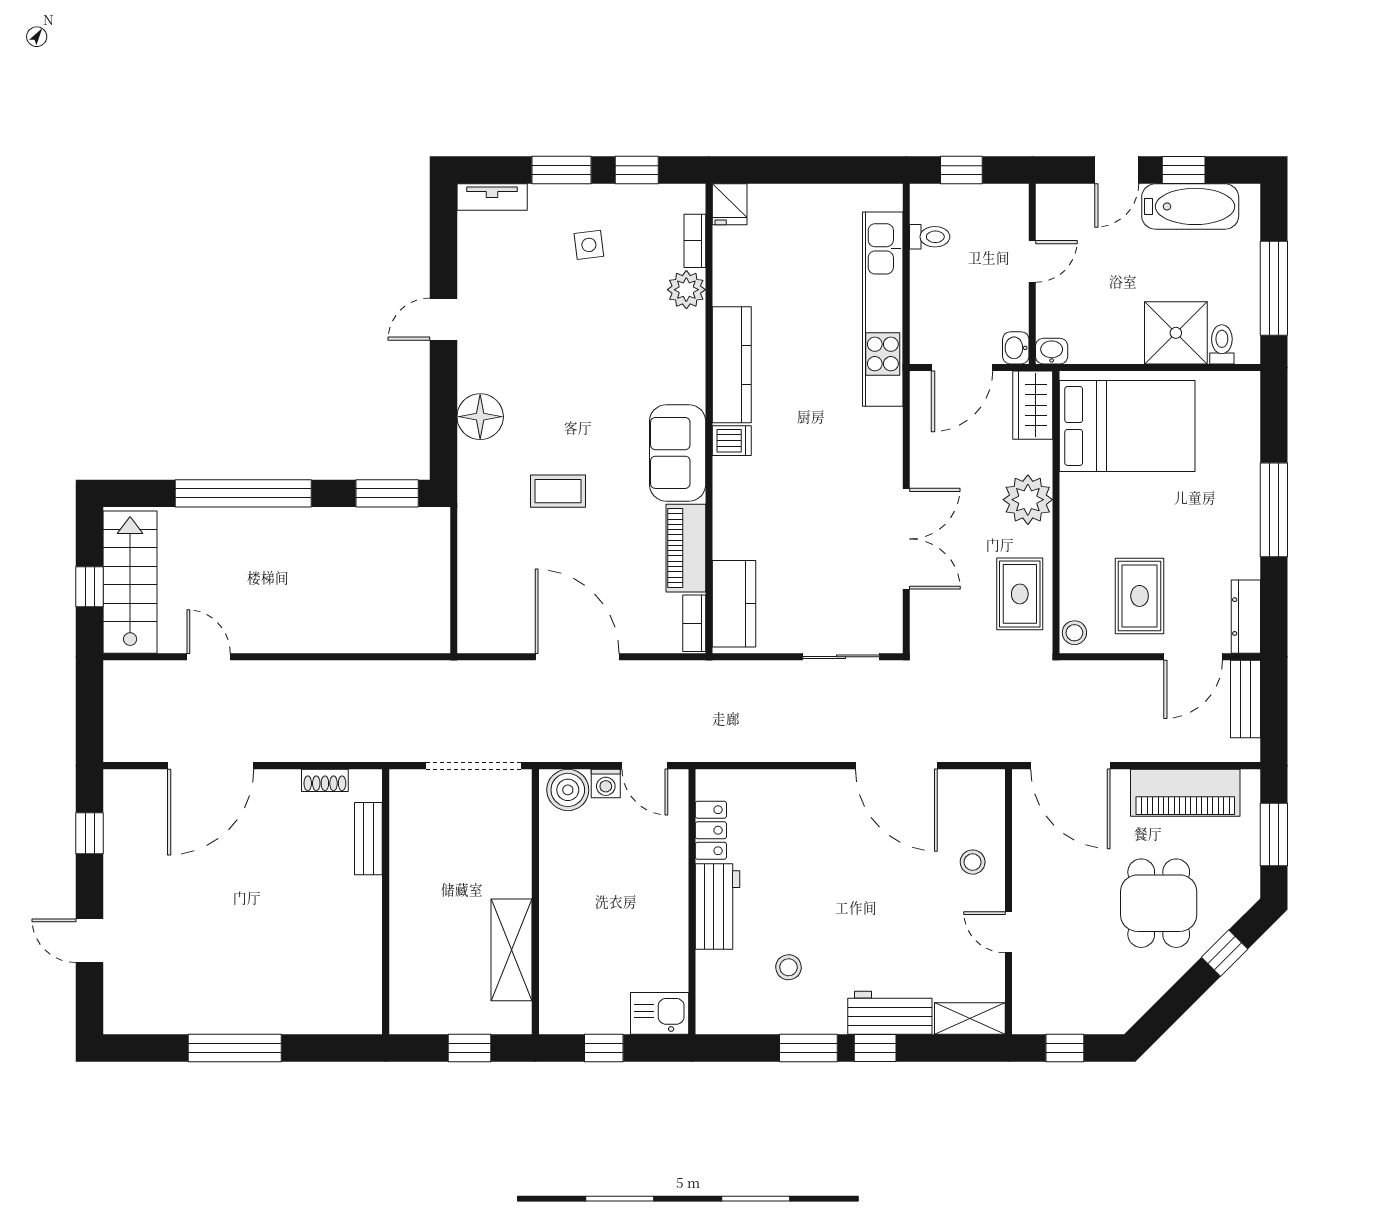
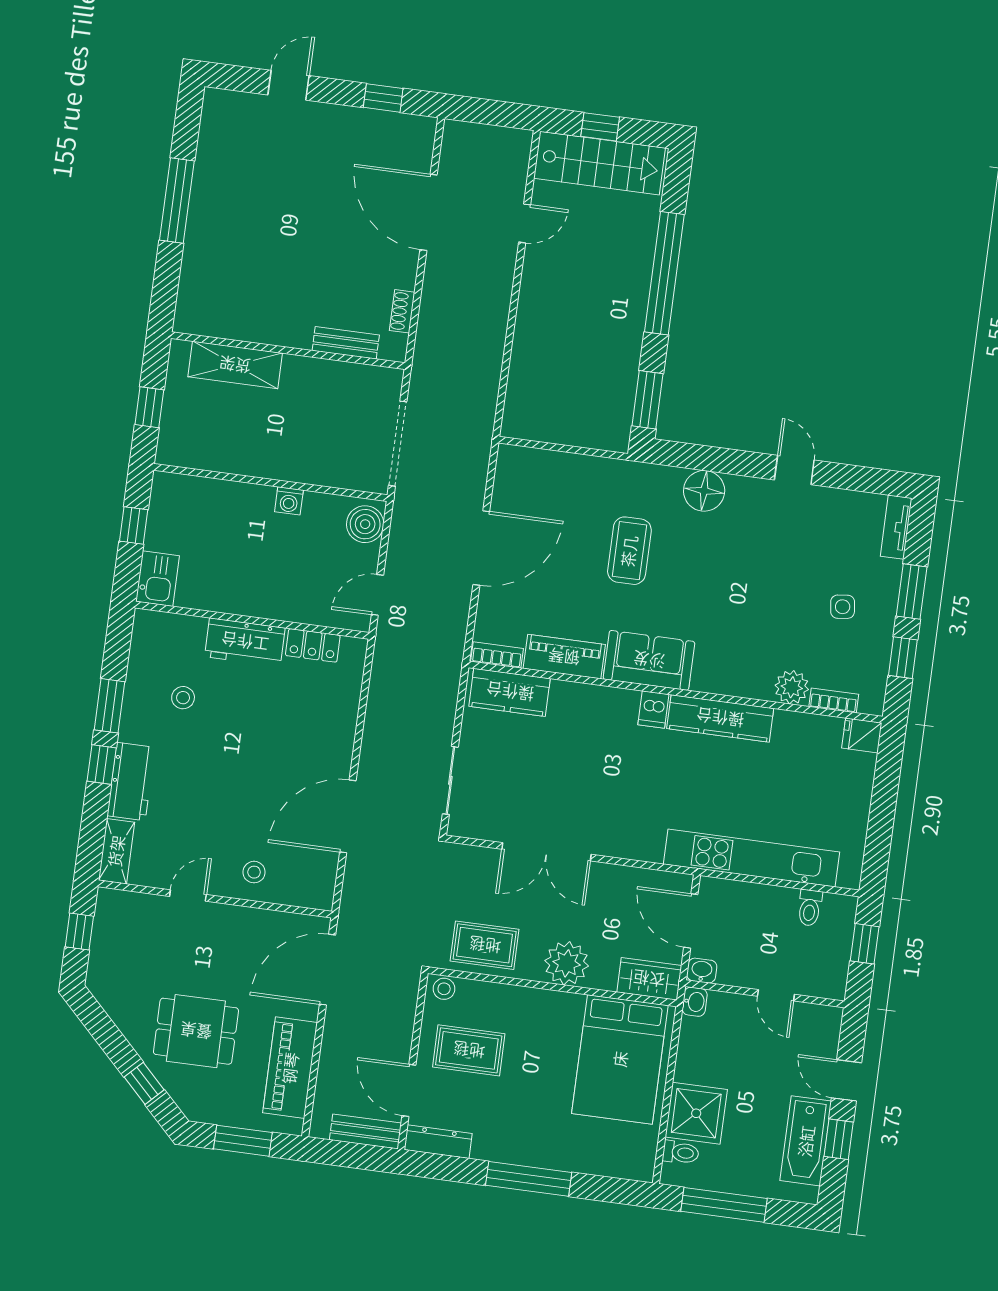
coffee table: (558, 491) -> (629, 551), width x1.36, depth x1.30
washing machine: (606, 783) -> (289, 501), moved, turned -90
shelving: (512, 950) -> (235, 365), moved

